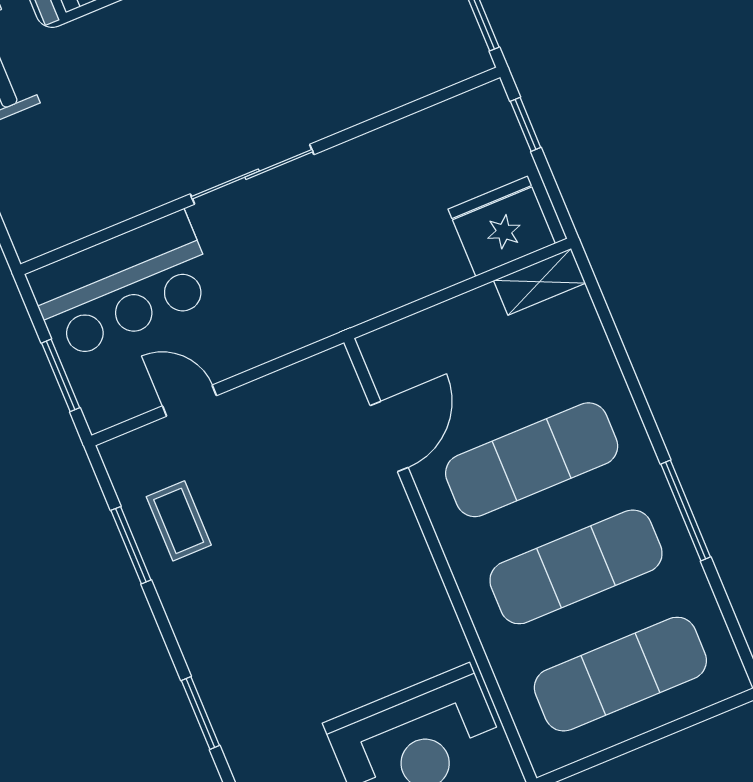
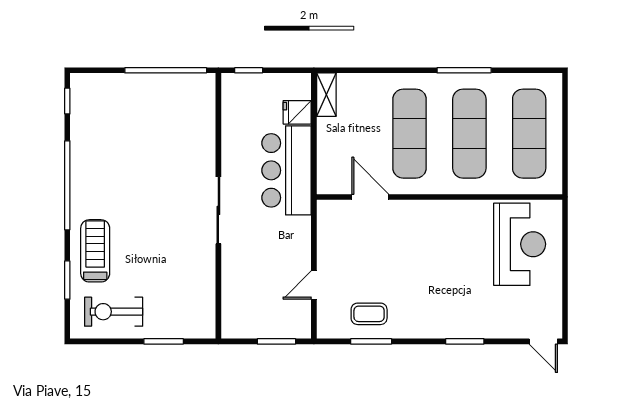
fridge: (502, 226) -> (297, 112), width x0.53, depth x0.75
bar counter: (122, 285) -> (287, 170), moved, turned 180

